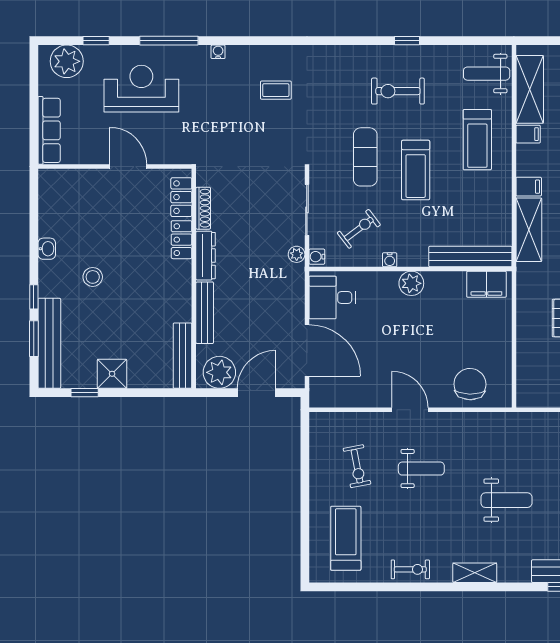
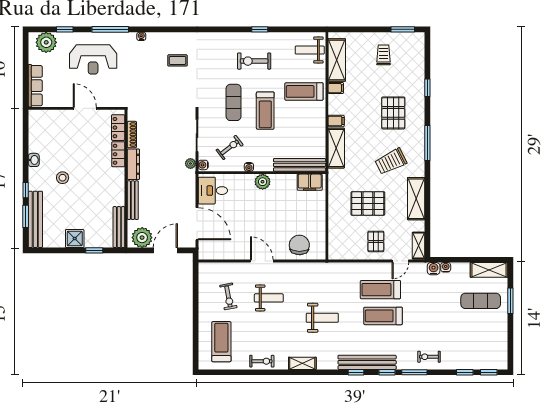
reception desk: (141, 89) -> (93, 59), turned 180
treadmill: (477, 140) -> (304, 91), turned 90
window: (85, 393) -> (94, 250), moved

